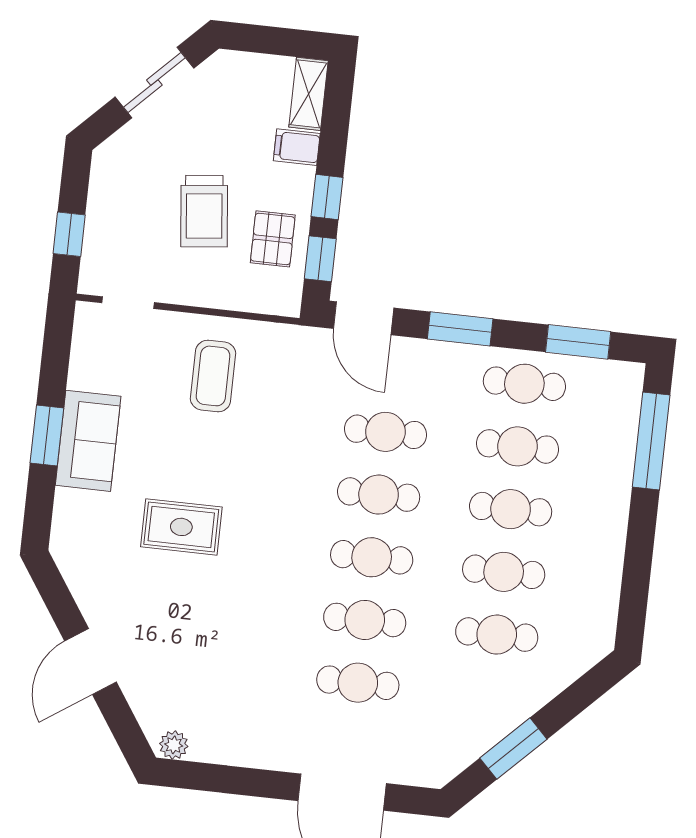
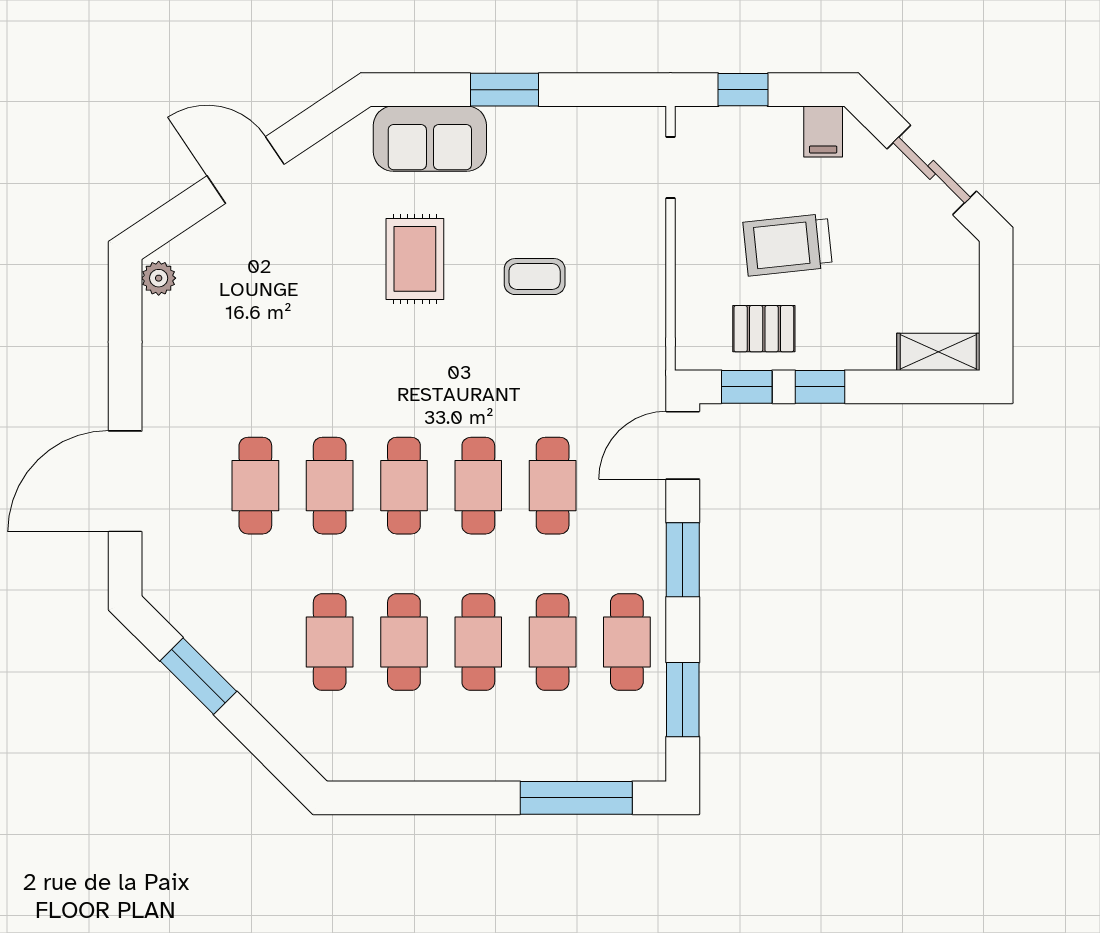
filing cabinet: (297, 147) -> (823, 132), moved, turned 180
coffee table: (213, 376) -> (535, 277), moved, width x0.73, depth x0.77
sofa: (88, 441) -> (430, 139), moved

